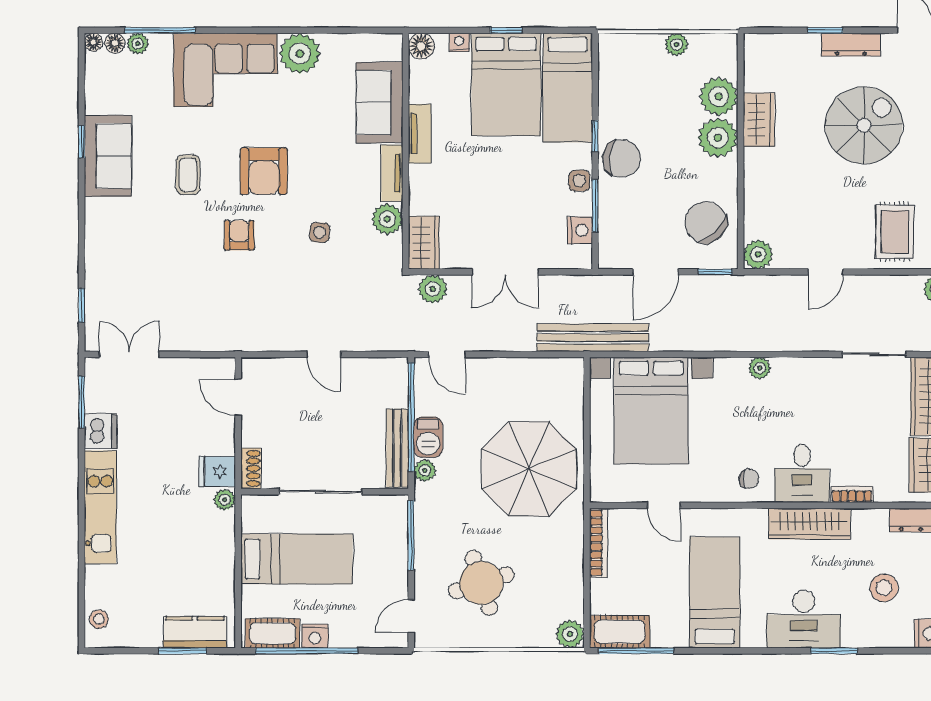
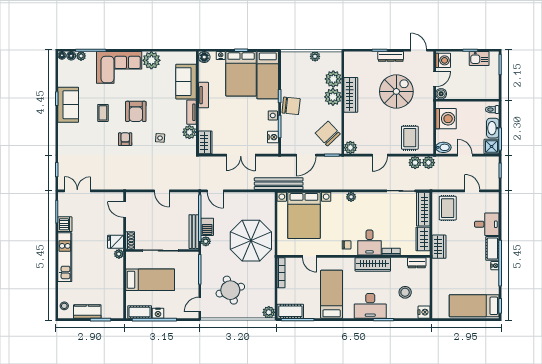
wardrobe: (759, 120) -> (351, 95), width x1.50
plant: (433, 289) -> (415, 163), moved
kitchen counter: (195, 632) -> (87, 312), moved

